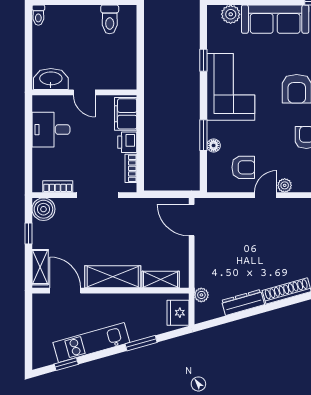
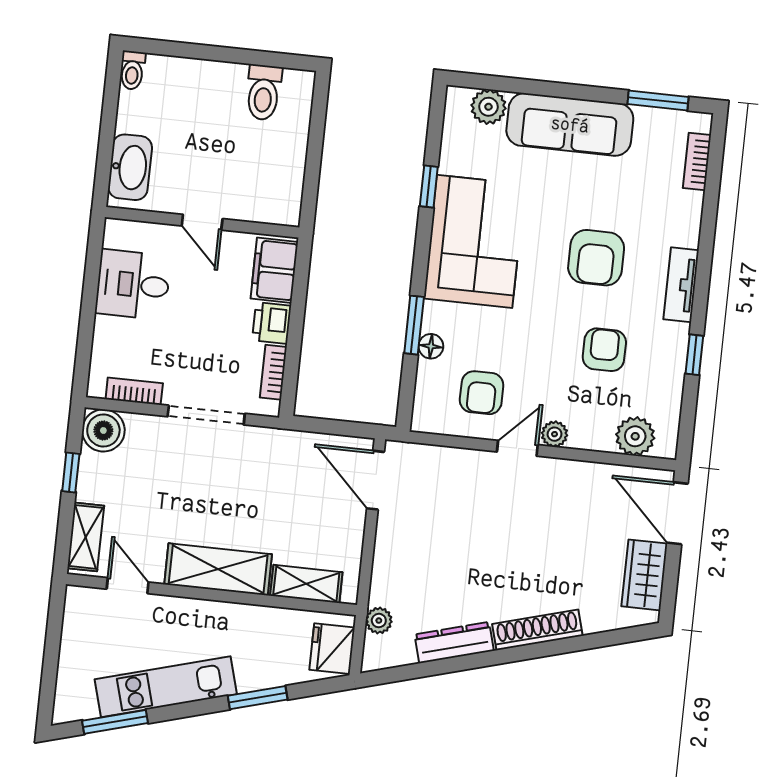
washbasin: (51, 79) -> (130, 167), moved, turned 90
armchair: (243, 167) -> (482, 393), turned 90
door: (65, 291) -> (128, 586), width x0.73
window: (66, 364) -> (115, 722), width x1.50

